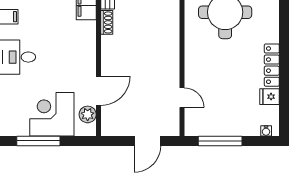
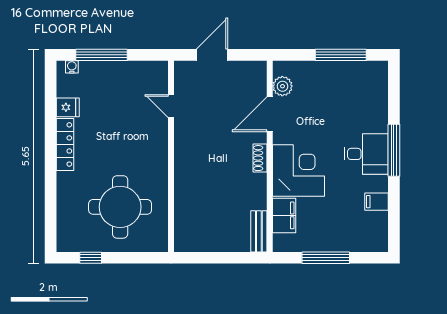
shoe rack: (107, 22) -> (260, 158), moved
corner desk: (52, 114) -> (298, 171), moved, turned -90
window: (220, 141) -> (102, 55), moved

